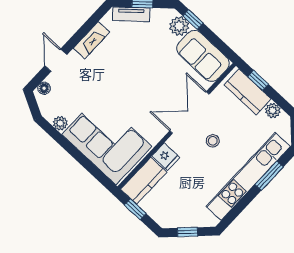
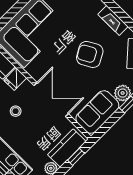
armchair: (133, 67) -> (90, 54), added
stool: (213, 141) -> (16, 111), moved

